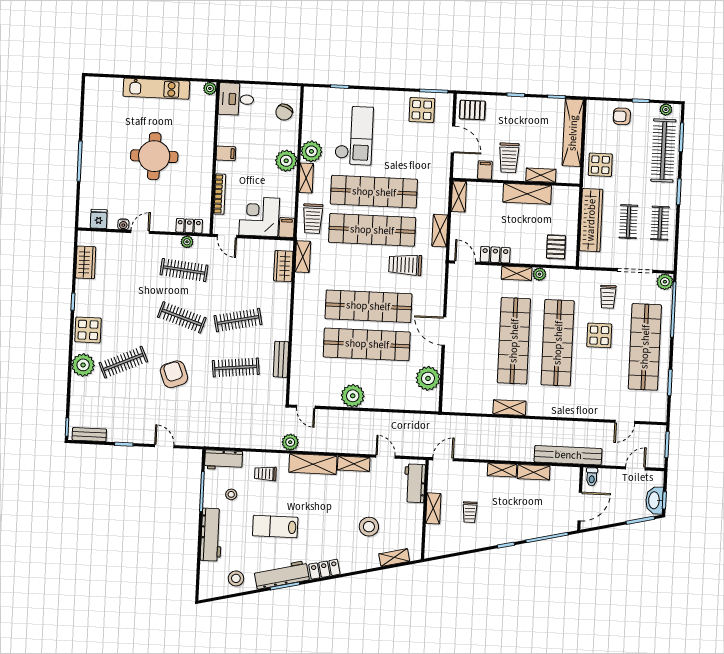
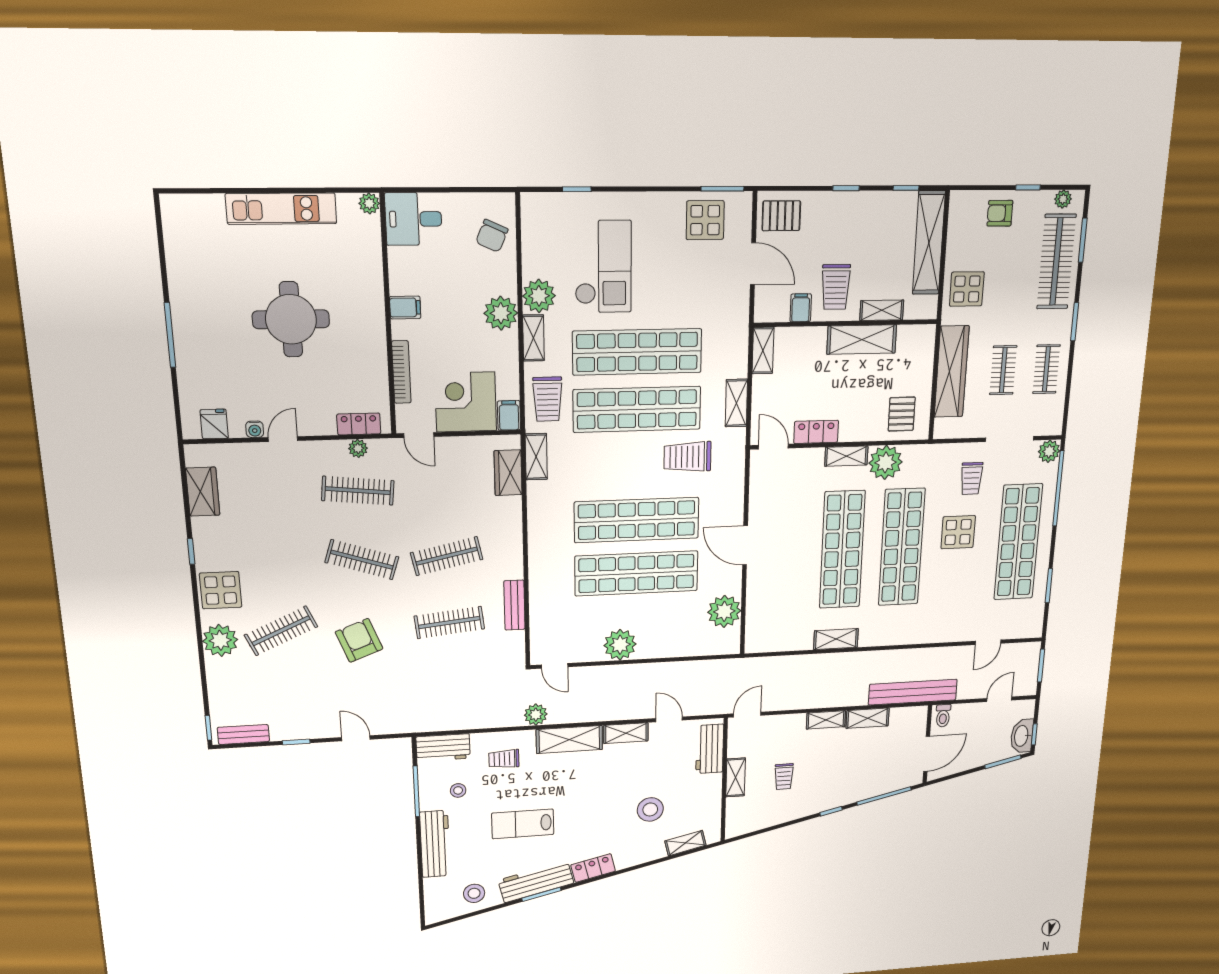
plant: (539, 274) -> (886, 462), width x1.87, depth x1.87

